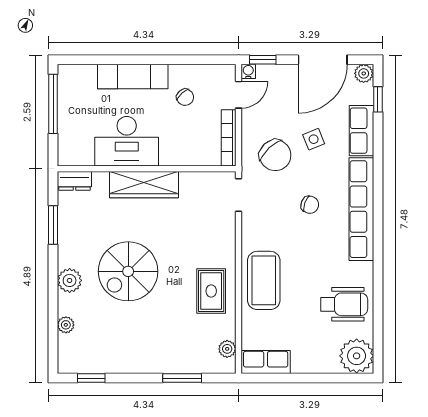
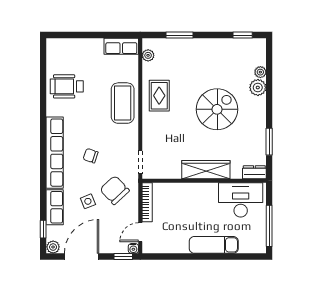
chair: (185, 97) -> (177, 230), removed
desk: (127, 141) -> (241, 200), moved
plant: (70, 280) -> (258, 87), moved
plant: (357, 356) -> (58, 50), removed

